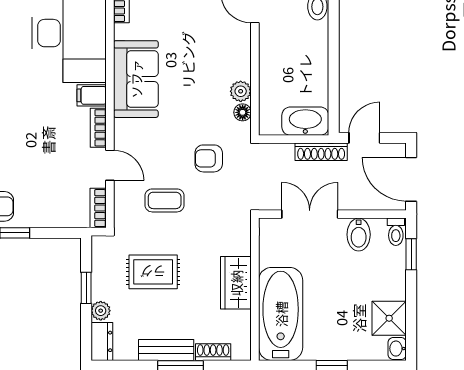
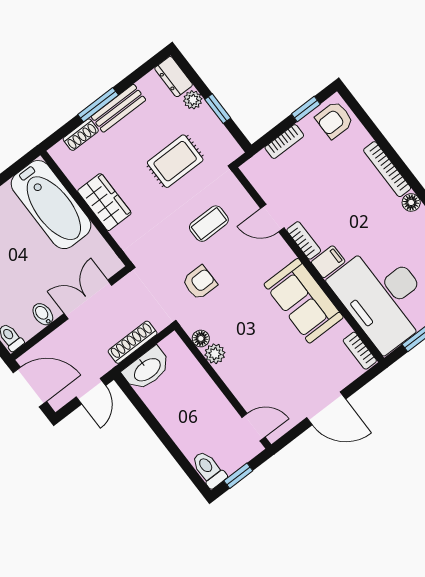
shoe rack: (321, 152) -> (133, 342), moved
bookcase: (98, 208) -> (284, 142), moved, turned 90
double door: (310, 214) -> (88, 299), swing flipped
bidet: (359, 235) -> (43, 314), width x0.72, depth x0.74

